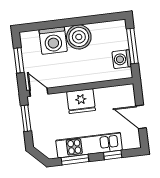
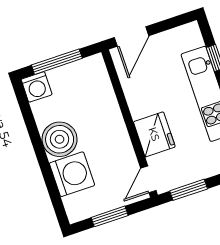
washing machine: (122, 59) -> (37, 87), moved
fridge: (81, 101) -> (154, 134), moved
door: (141, 117) -> (132, 37), moved

